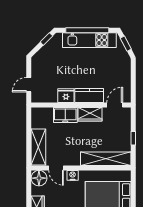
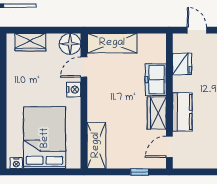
fridge: (66, 96) -> (182, 64), moved
door: (115, 105) -> (169, 147), swing flipped
window: (133, 138) -> (140, 172), moved
shelving: (106, 159) -> (96, 145), width x0.68

